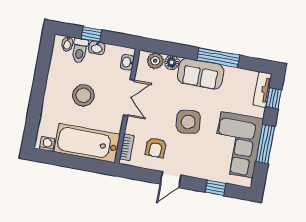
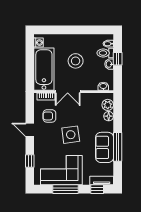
sofa: (201, 74) -> (105, 147), moved
double door: (129, 98) -> (68, 92), moved

